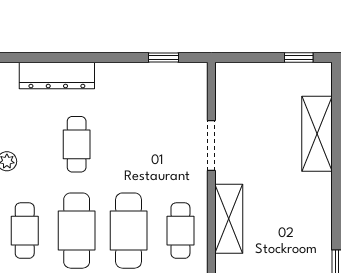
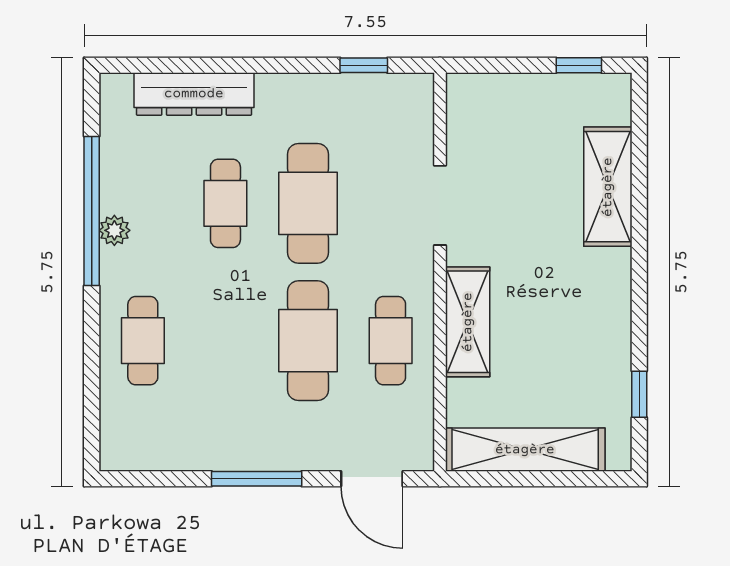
cafe table: (77, 231) -> (308, 203), moved

